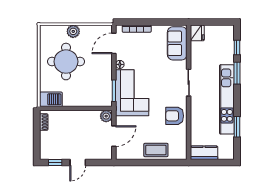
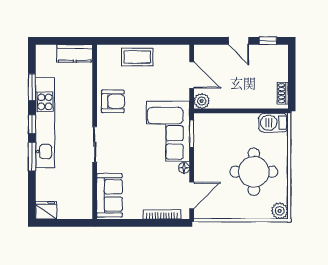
plant: (73, 31) -> (280, 211), moved
fridge: (197, 33) -> (46, 210), moved, turned 90
window: (237, 48) -> (32, 124), moved
door: (114, 136) -> (192, 75), swing flipped
door: (78, 162) -> (238, 41), swing flipped

